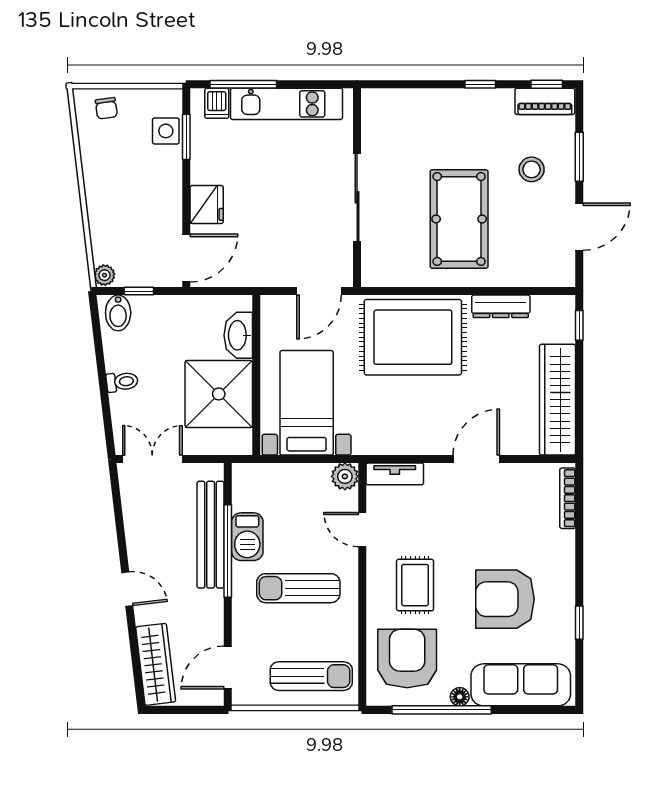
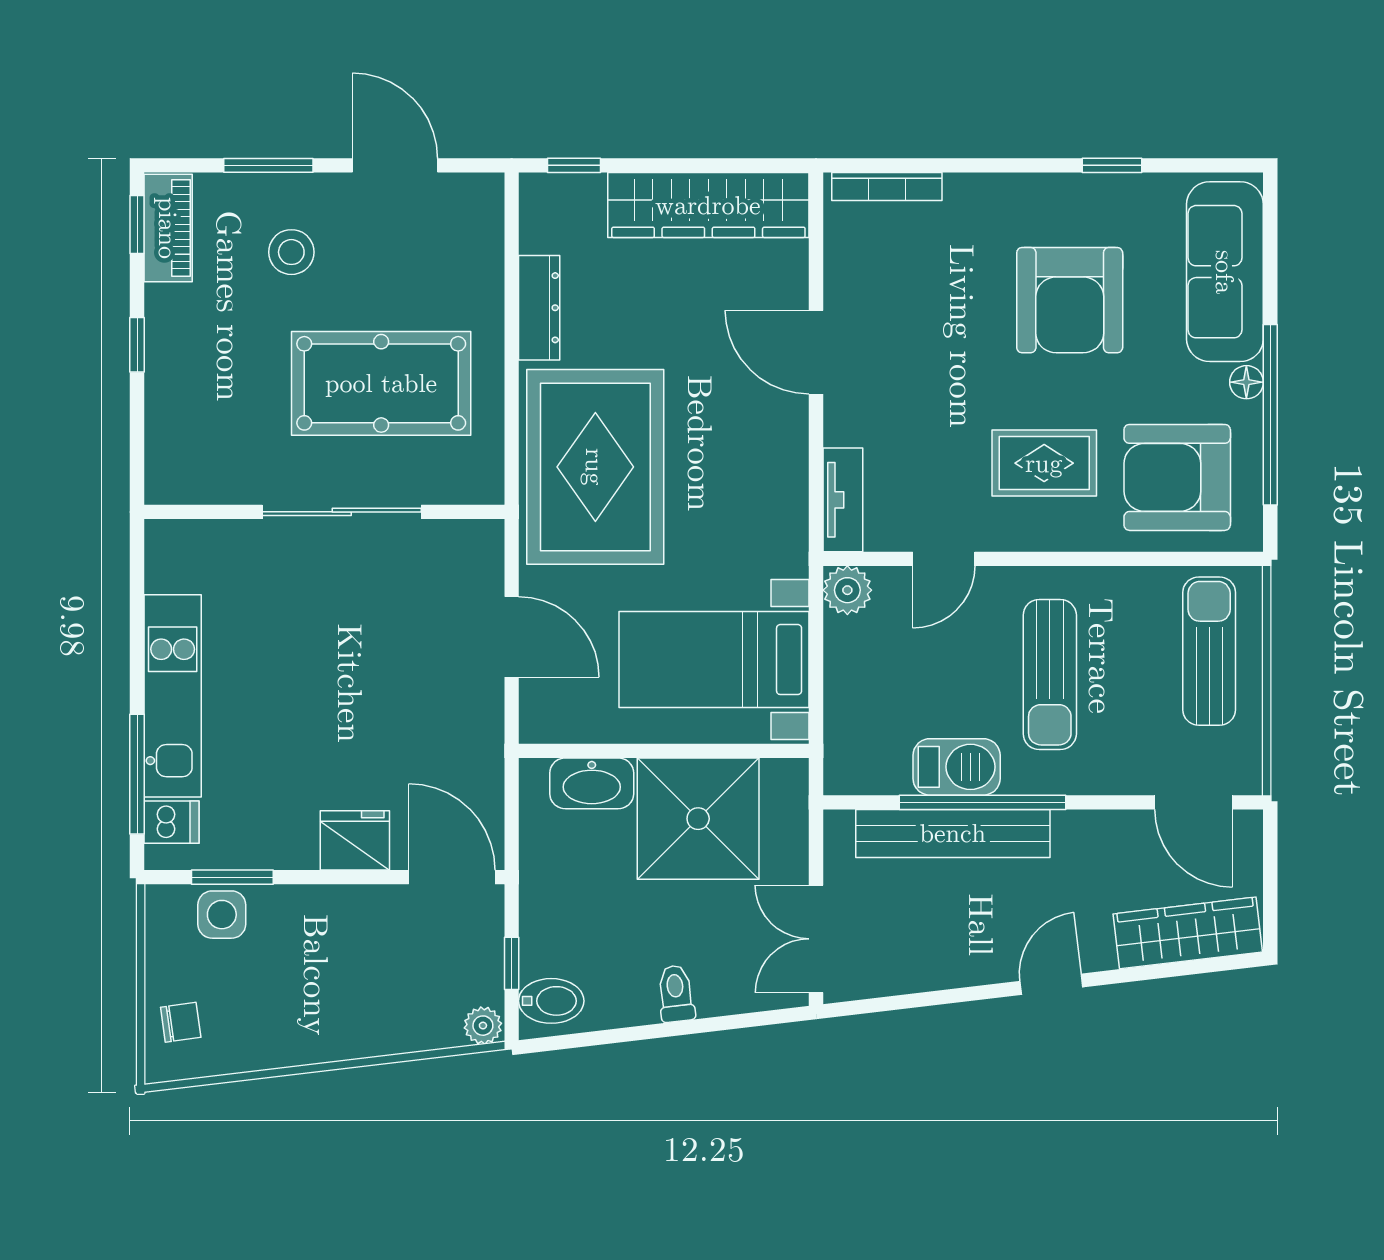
wall: (357, 188) -> (324, 512), moved
sliding door: (357, 197) -> (342, 512), moved

